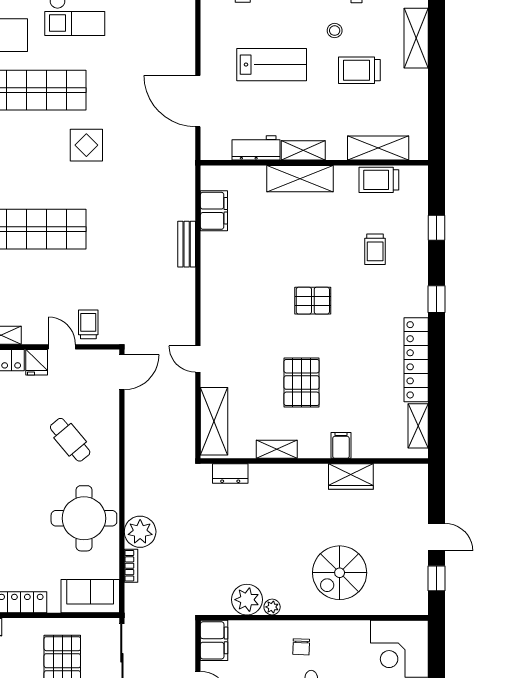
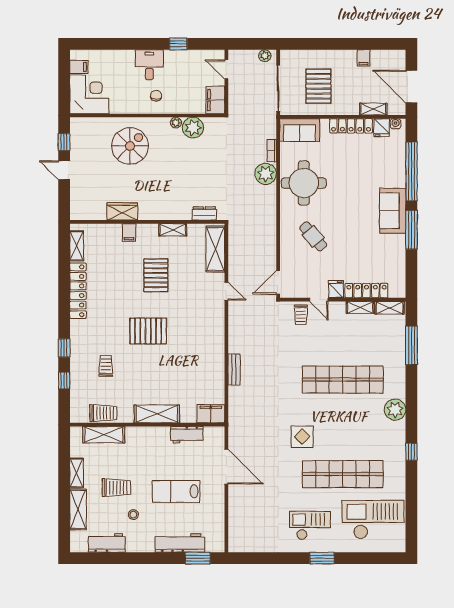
shelving: (303, 150) -> (77, 473), moved, turned 90
filing cabinet: (214, 211) -> (211, 414), moved, turned 90
window: (437, 299) -> (64, 348), moved
pallet: (313, 301) -> (148, 331), width x1.50, depth x1.42

